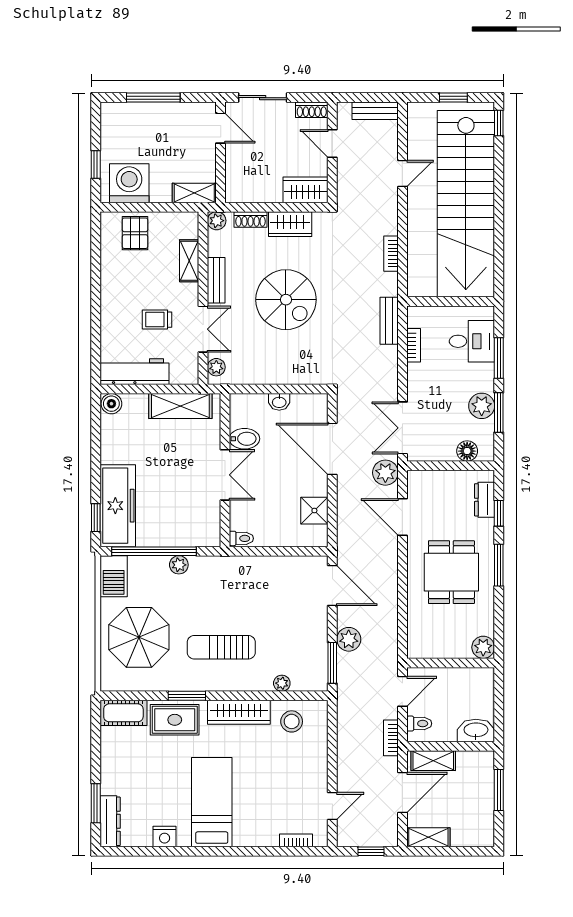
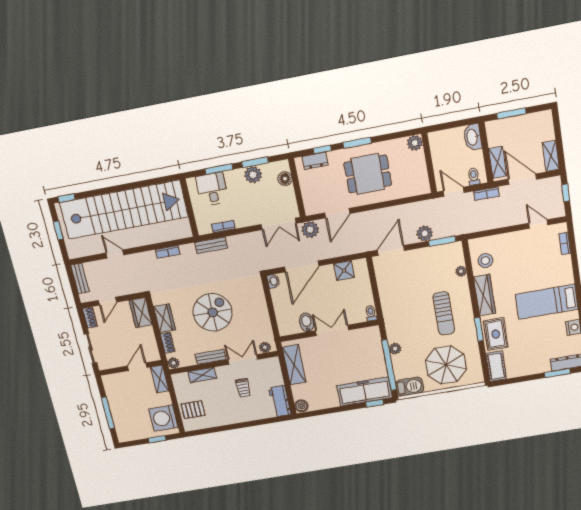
door: (221, 128) -> (137, 367), moved
workbench: (135, 372) -> (280, 401), width x0.73
washbasin: (279, 402) -> (273, 281), moved

